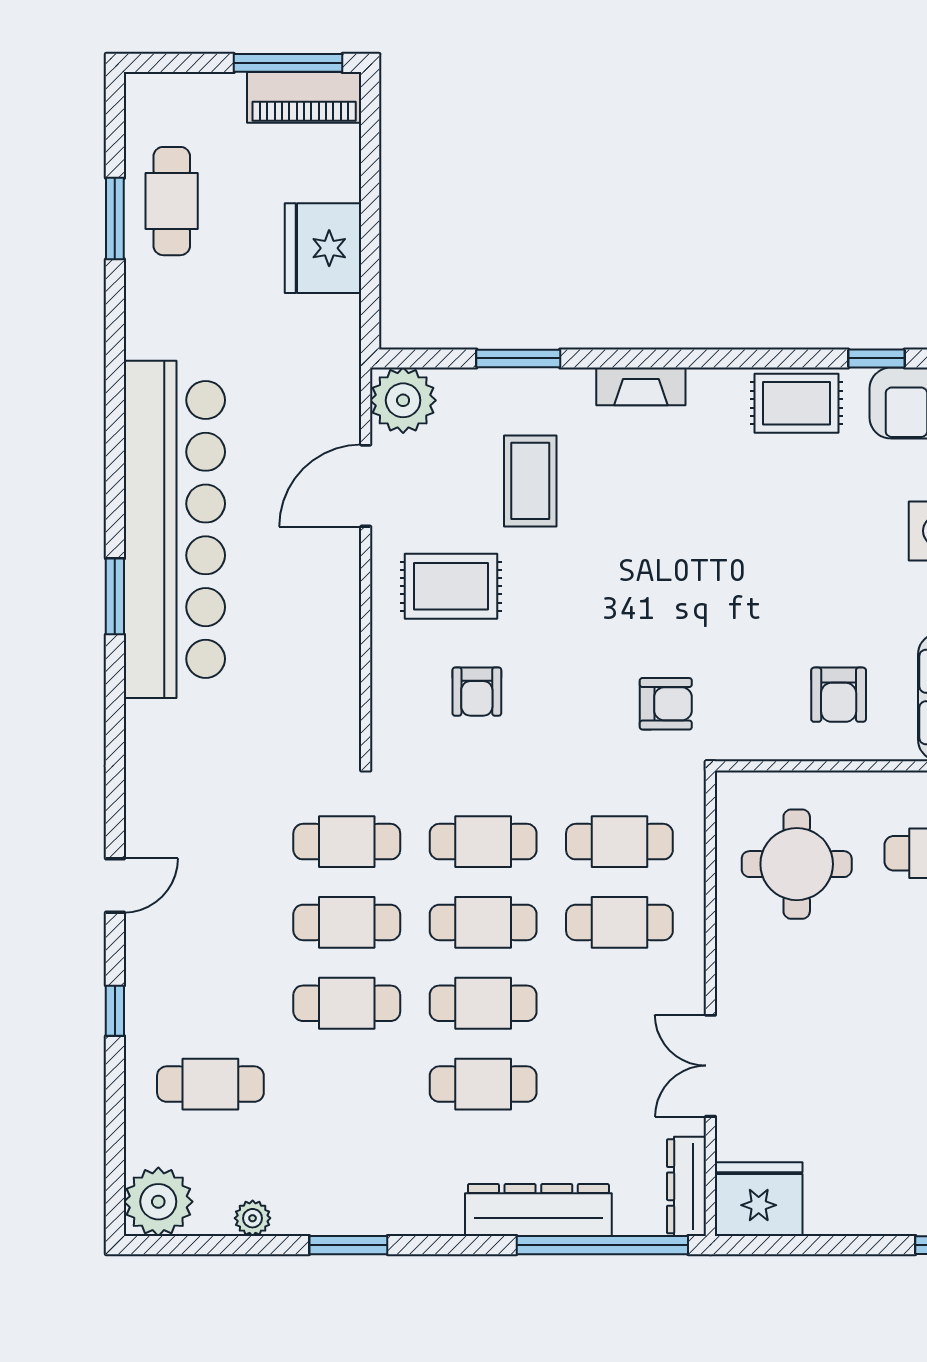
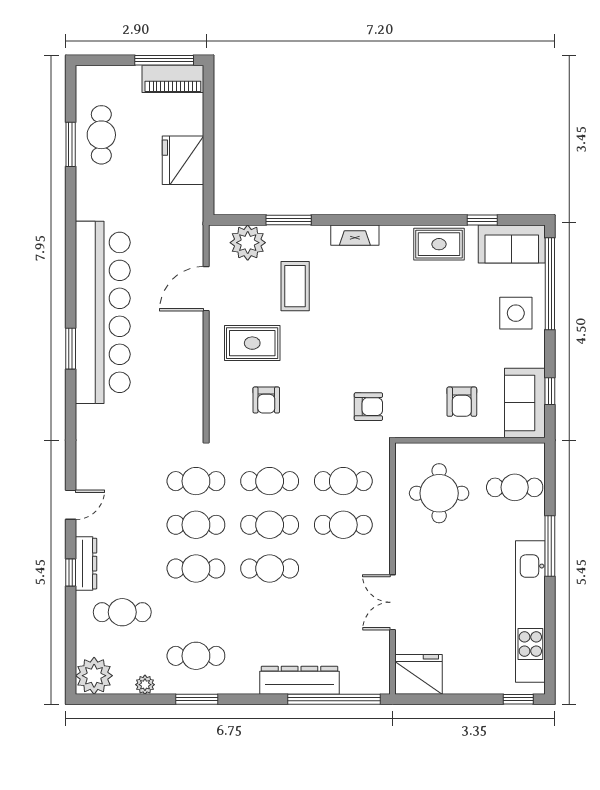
plant: (403, 400) -> (248, 243), moved
cafe table: (483, 1084) -> (196, 656), moved
dresser: (687, 1186) -> (86, 564), moved, turned 180

